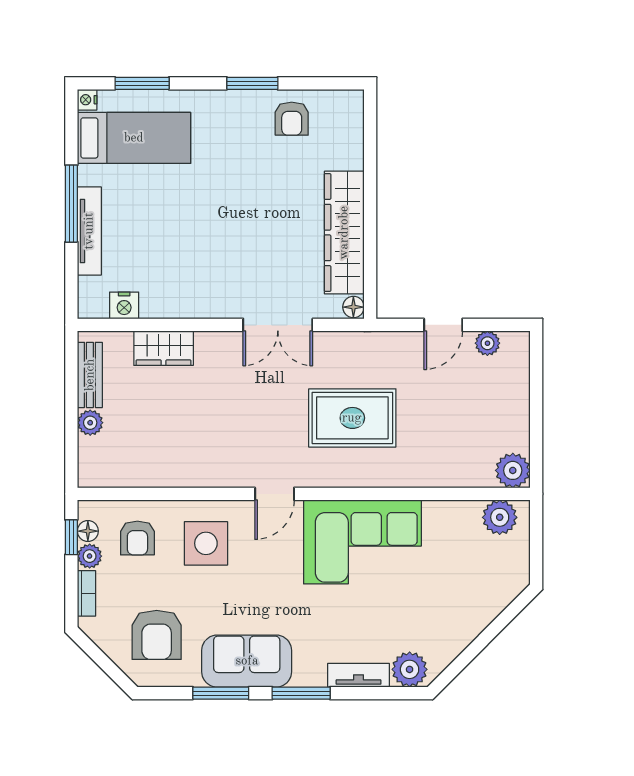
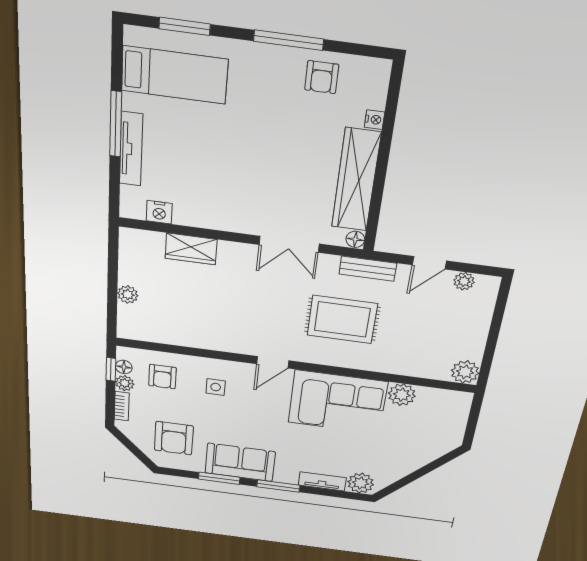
window: (252, 83) -> (289, 40), width x1.44
nightstand: (87, 100) -> (375, 120), moved, turned 180
bench: (90, 375) -> (368, 269), moved, turned 90
plant: (500, 517) -> (402, 395), moved
side table: (206, 543) -> (216, 387), width x0.54, depth x0.54

